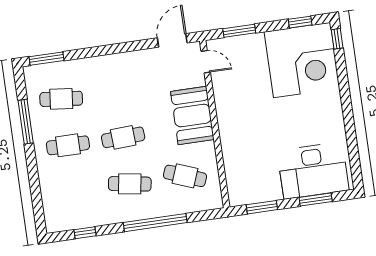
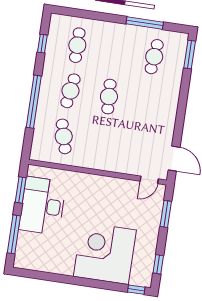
corner desk: (302, 60) -> (105, 253), moved, turned 90
booth: (192, 115) -> (110, 157), removed
cafe table: (68, 145) -> (77, 45), moved
desk: (313, 170) -> (43, 206), moved
cafe table: (185, 176) -> (64, 136), turned -36
window: (316, 199) -> (14, 234), width x1.44

